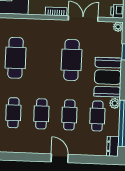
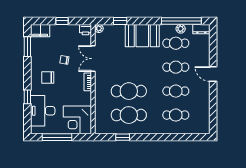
cafe table: (71, 60) -> (129, 91), moved
plant: (115, 103) -> (181, 29), moved
door: (60, 158) -> (213, 74), hinge flipped

